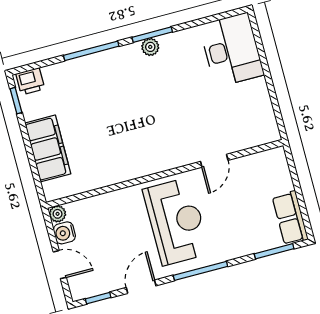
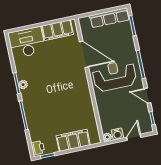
filing cabinet: (258, 108) -> (57, 30), added
door: (214, 161) -> (84, 54), width x1.88
row of seats: (290, 218) -> (109, 18), width x1.48

